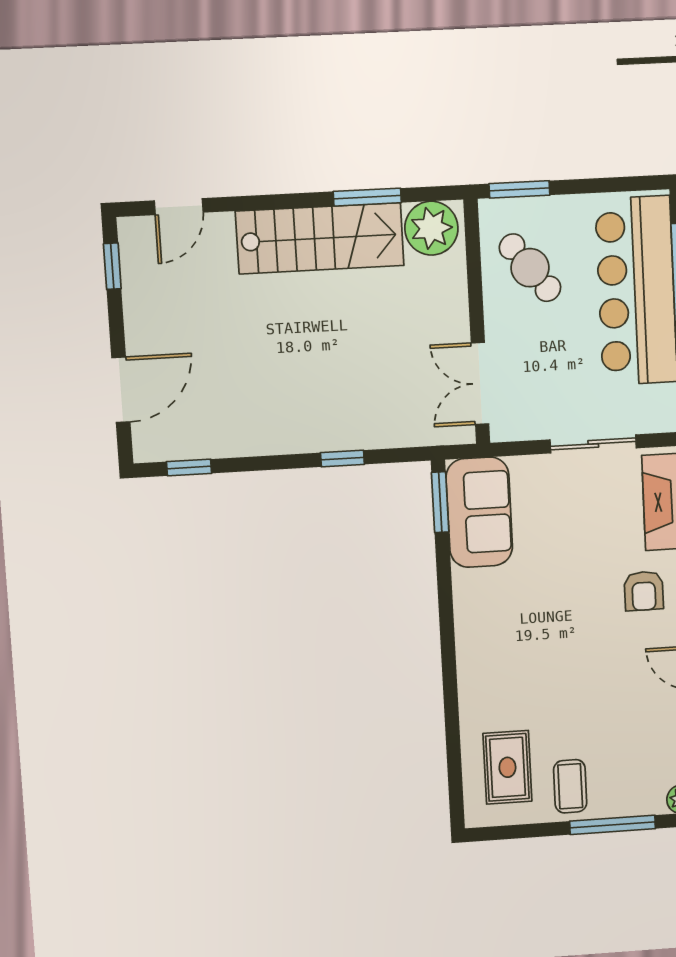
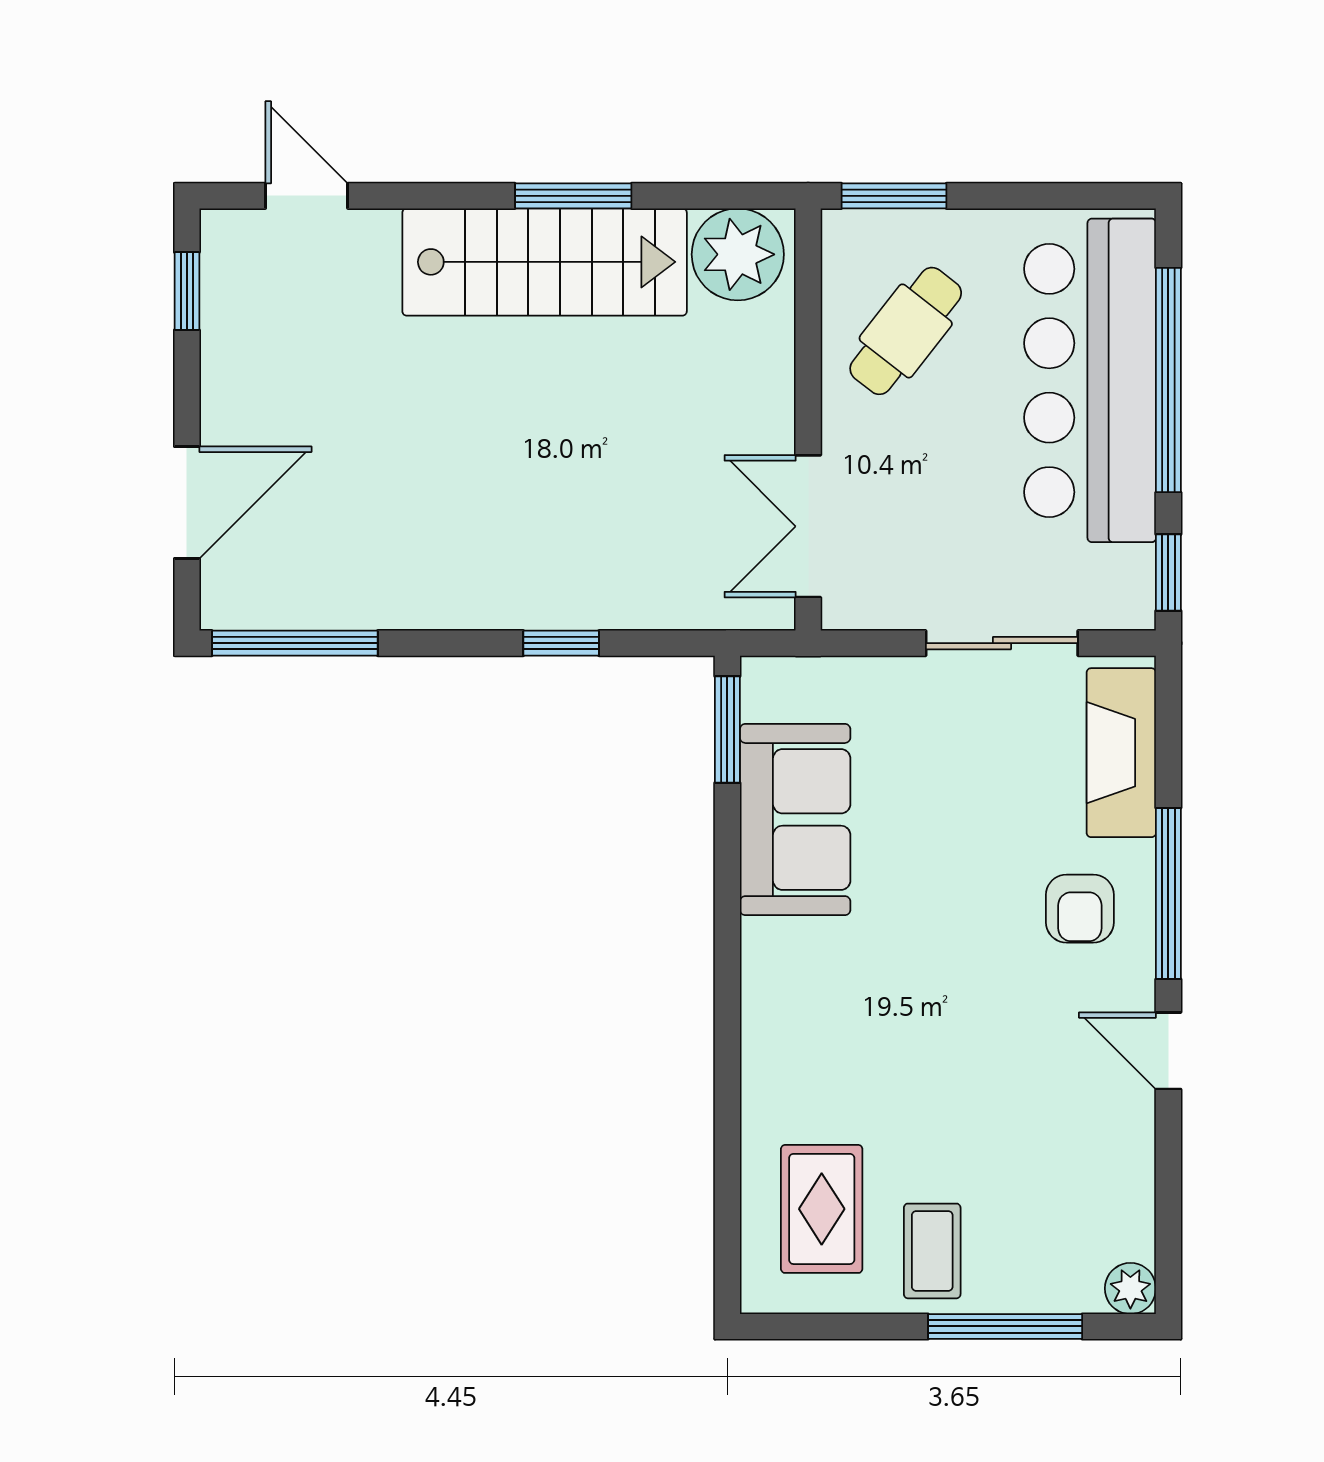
window: (367, 197) -> (573, 196), moved
door: (179, 207) -> (307, 196), swing flipped
cafe table: (530, 268) -> (906, 331), turned 76
window: (189, 467) -> (295, 643), width x2.17
sofa: (479, 512) -> (795, 820), moved

